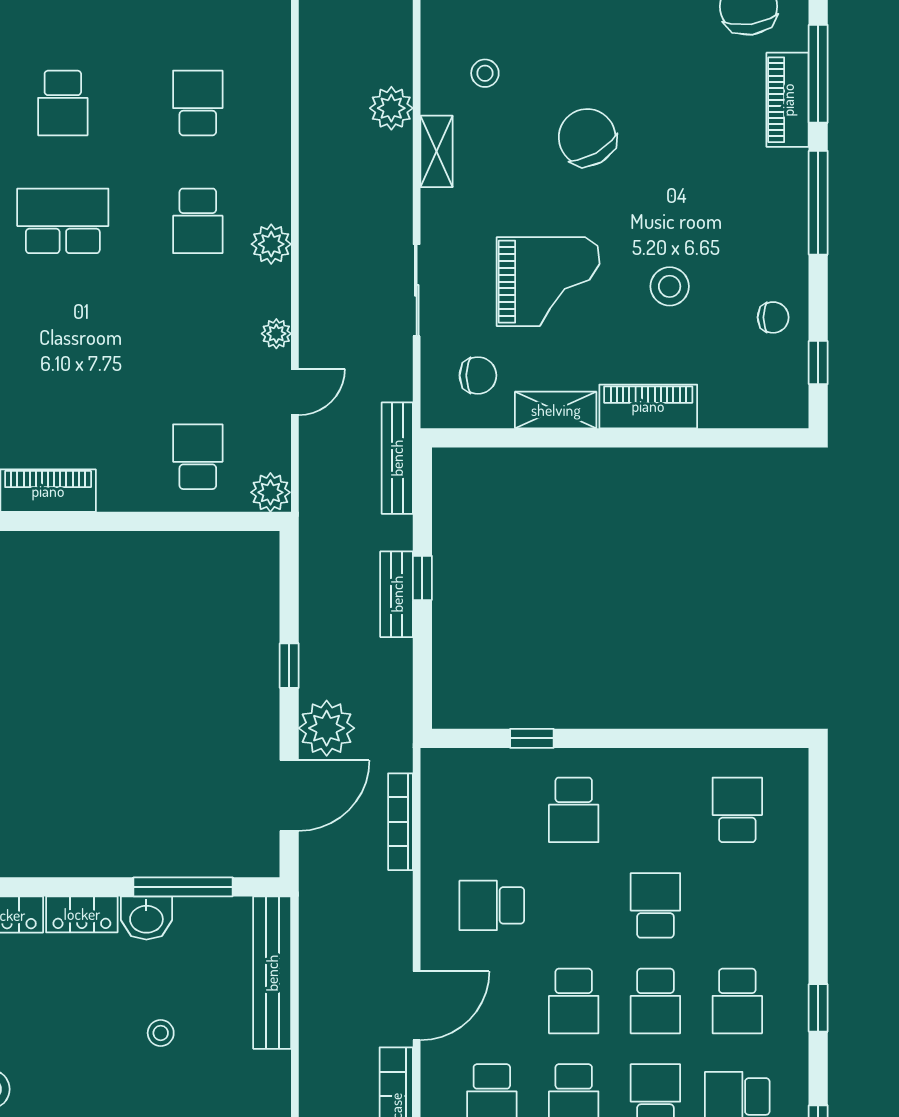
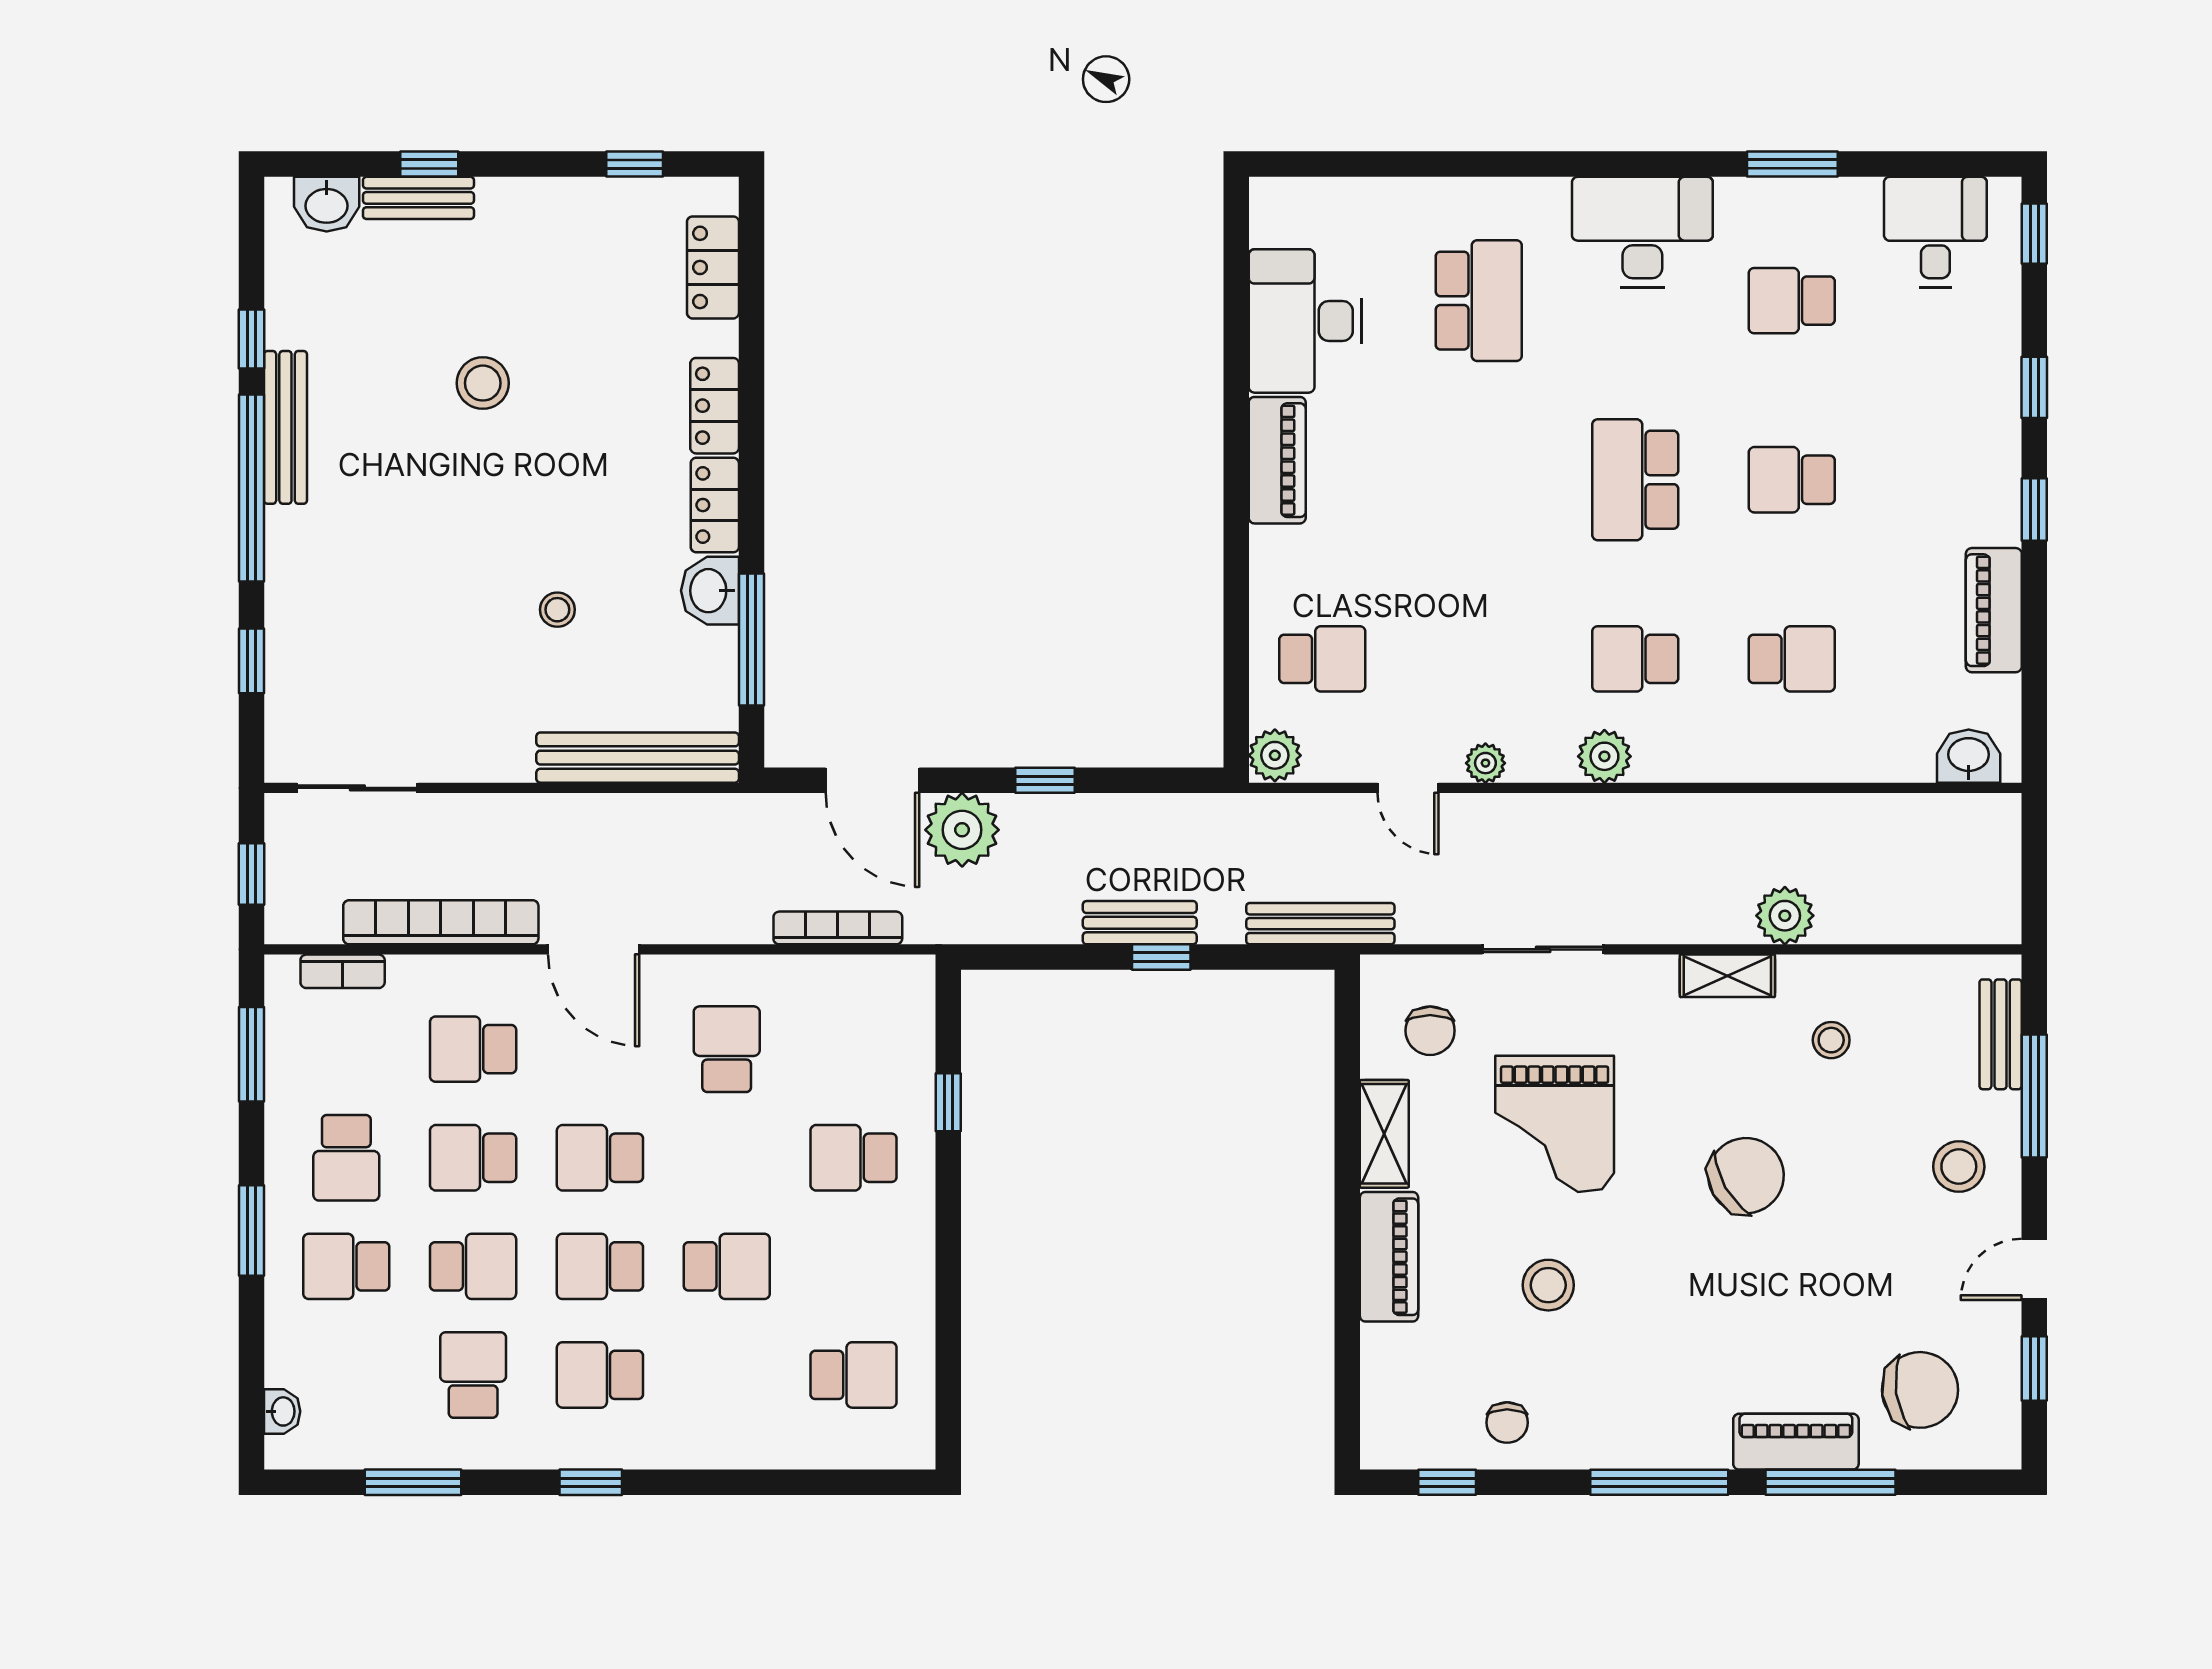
school desk: (63, 221) -> (1635, 480), turned 180

